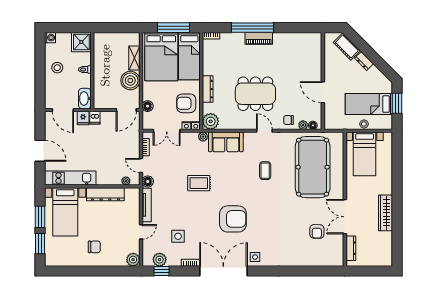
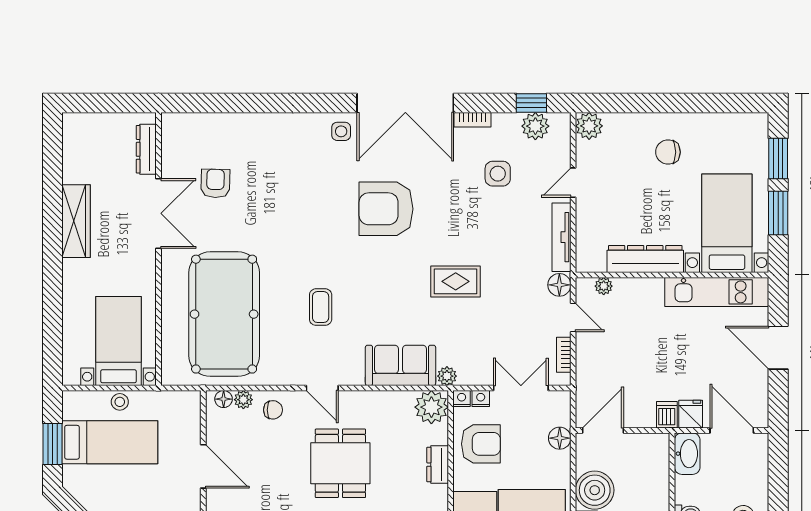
dresser: (208, 89) -> (438, 465), width x0.70
dining table: (255, 94) -> (340, 463), width x0.73

